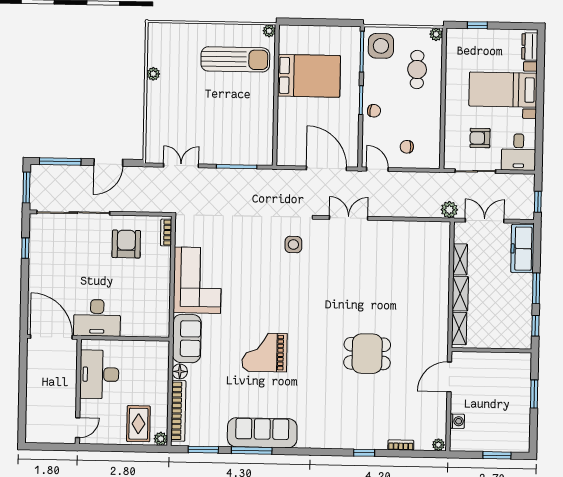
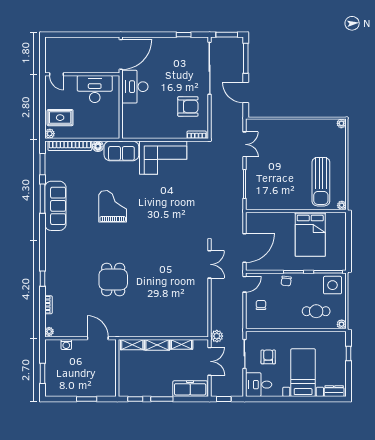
plant: (153, 74) -> (341, 123), moved
side table: (293, 245) -> (190, 225), removed

